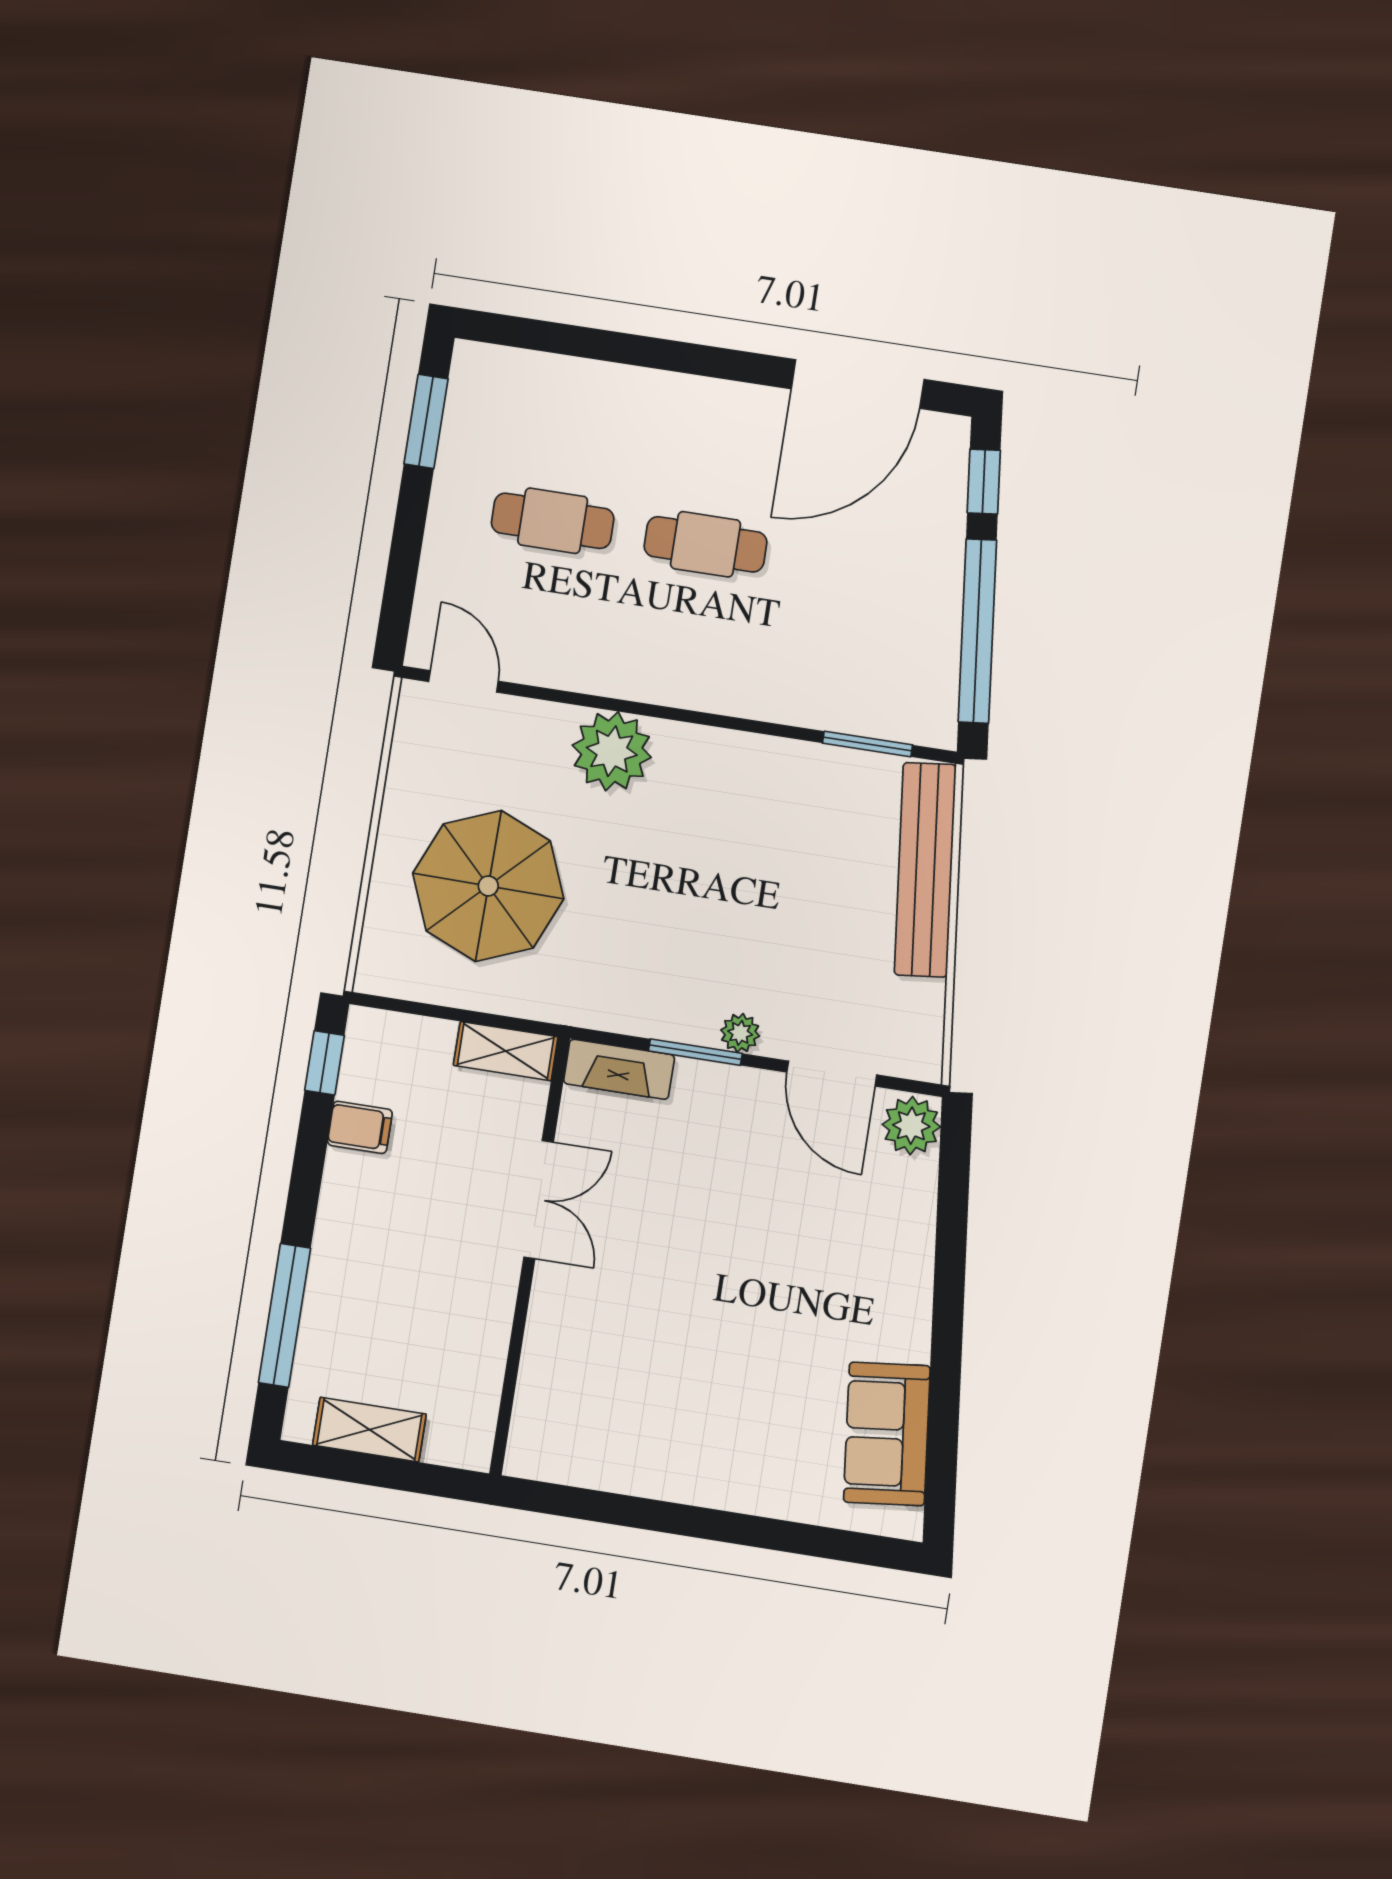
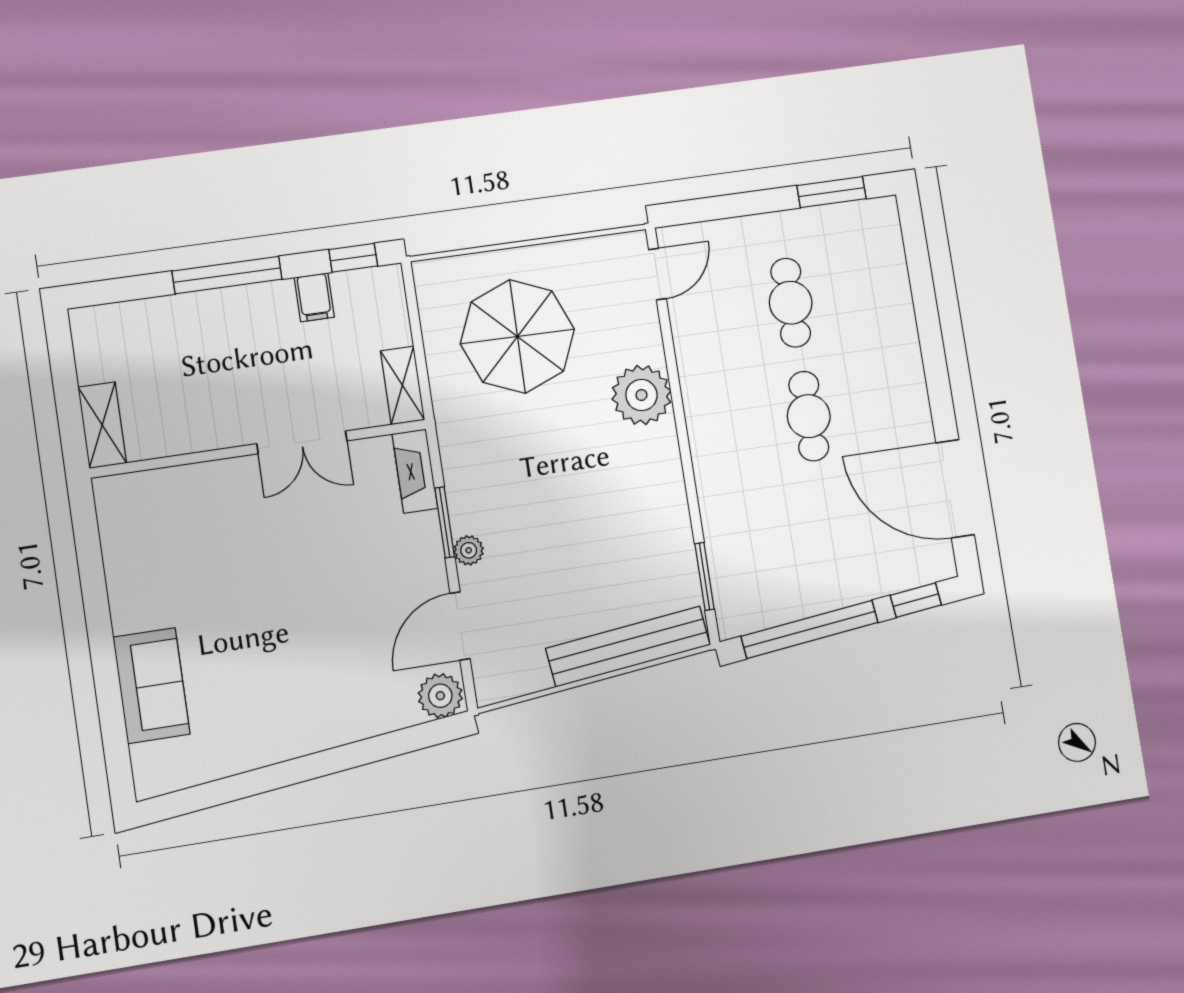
window: (285, 1315) -> (227, 275), moved
shelving: (369, 1430) -> (102, 425), moved
sofa: (887, 1434) -> (151, 686), moved, turned 96

